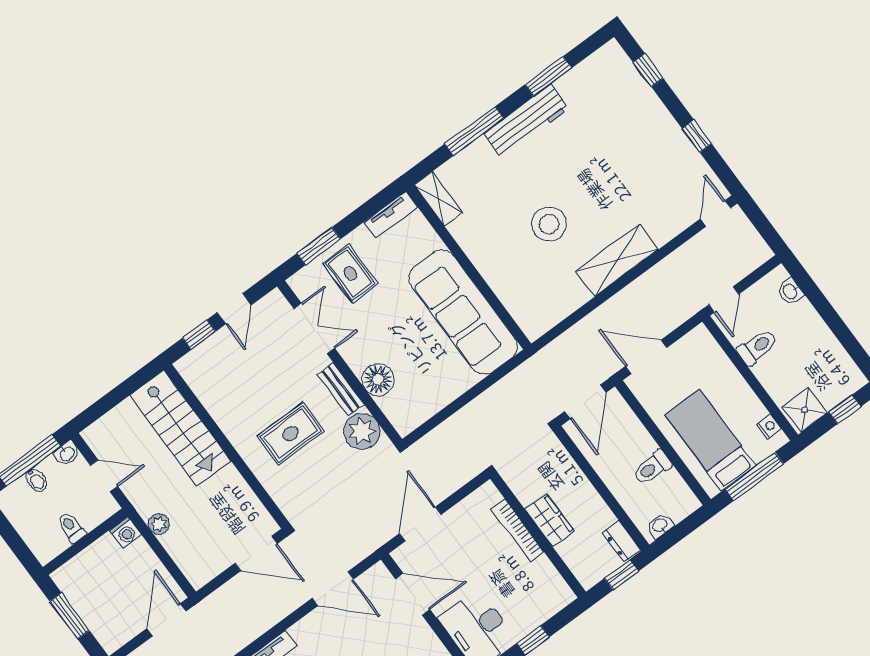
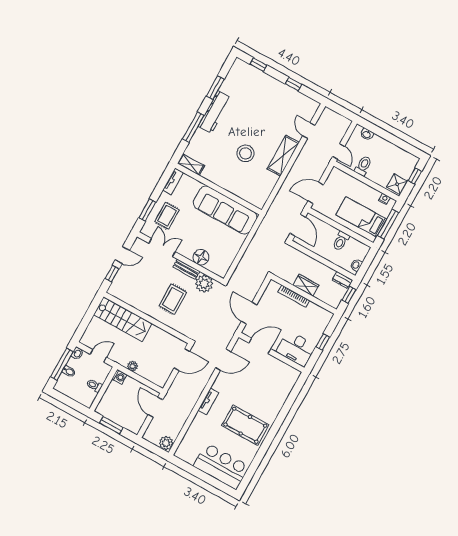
door: (715, 214) -> (309, 131), moved
rug: (350, 274) -> (167, 216), turned 90
door: (234, 309) -> (122, 255), hinge flipped

